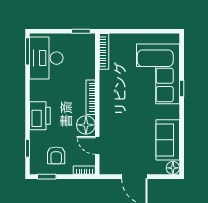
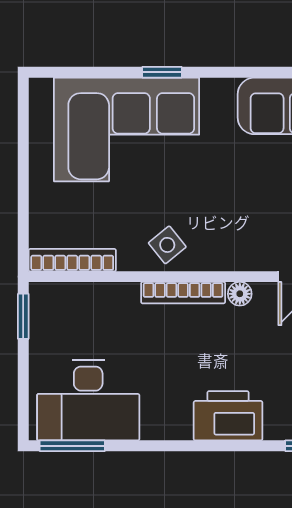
side table: (110, 91) -> (167, 245), added
floor lamp: (86, 125) -> (240, 294), width x0.53, depth x0.53

